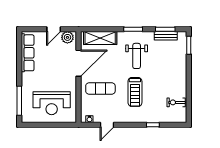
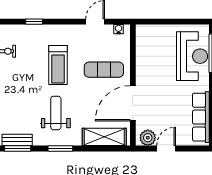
treadmill: (135, 92) -> (58, 65), turned 180
reception desk: (52, 103) -> (192, 56), moved, turned 90

